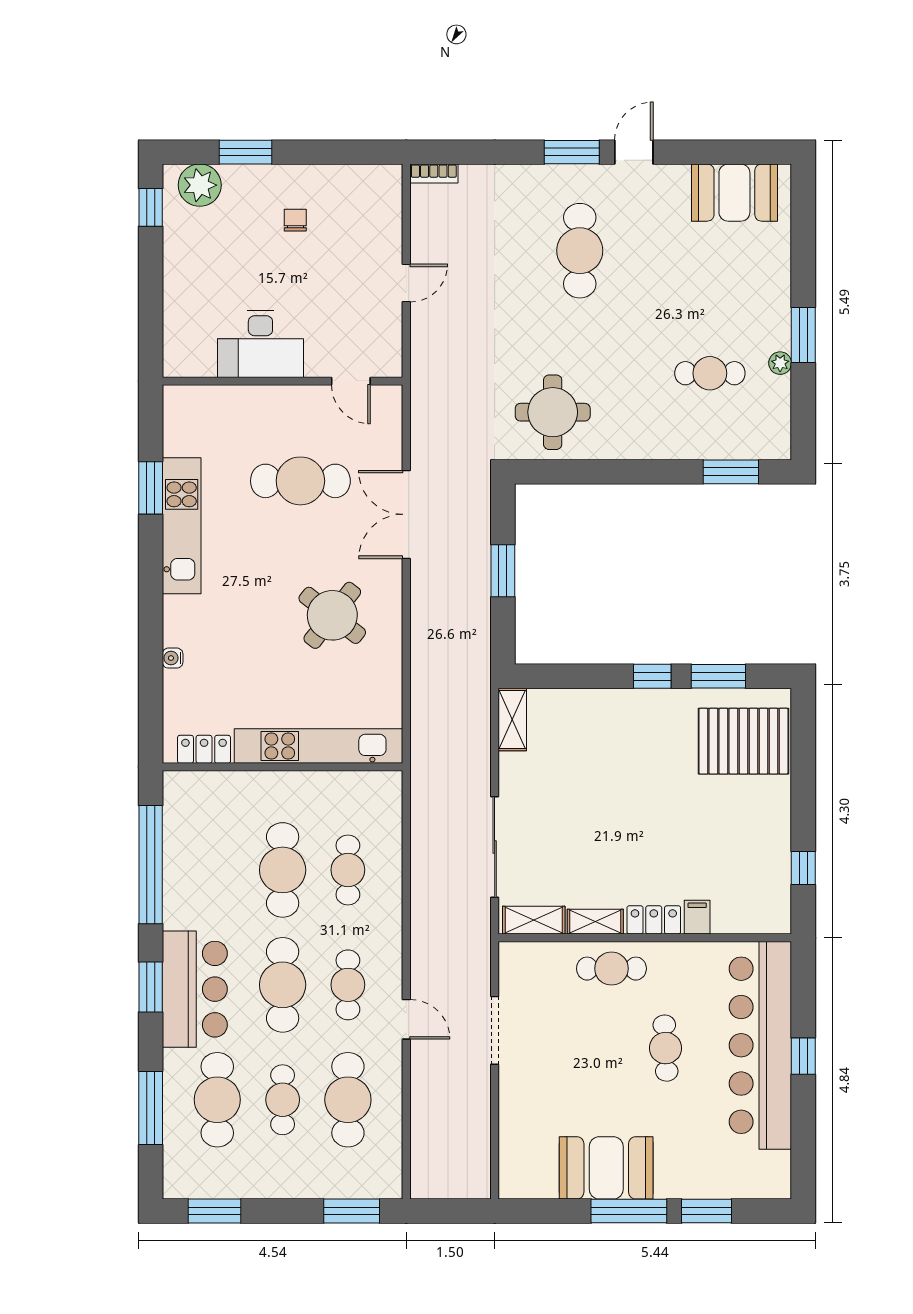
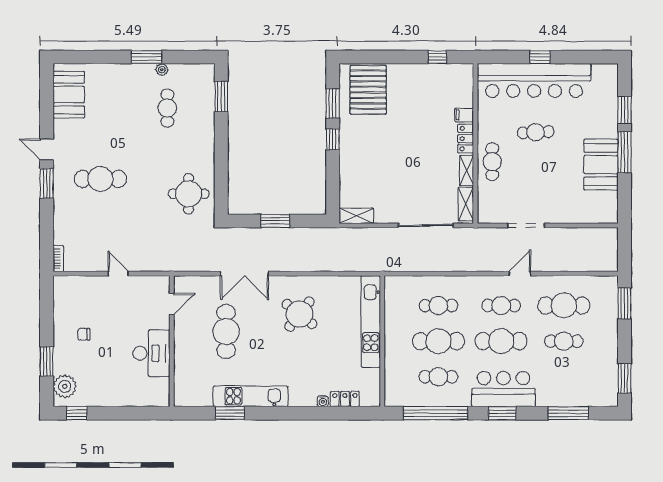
locker: (204, 749) -> (345, 399), moved, turned 90
cafe table: (217, 1100) -> (438, 377), moved, width x0.73, depth x0.74

